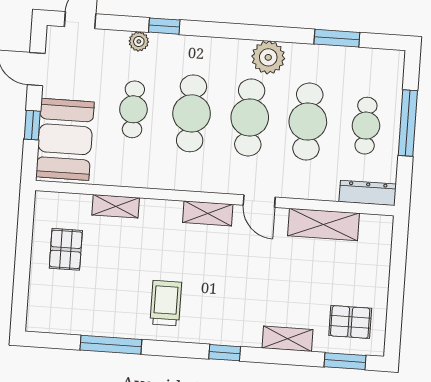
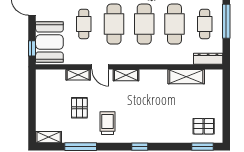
window: (32, 125) -> (32, 48), moved
door: (259, 201) -> (100, 67), moved
pallet: (66, 249) -> (79, 108), moved
shelving: (287, 339) -> (49, 137), moved

